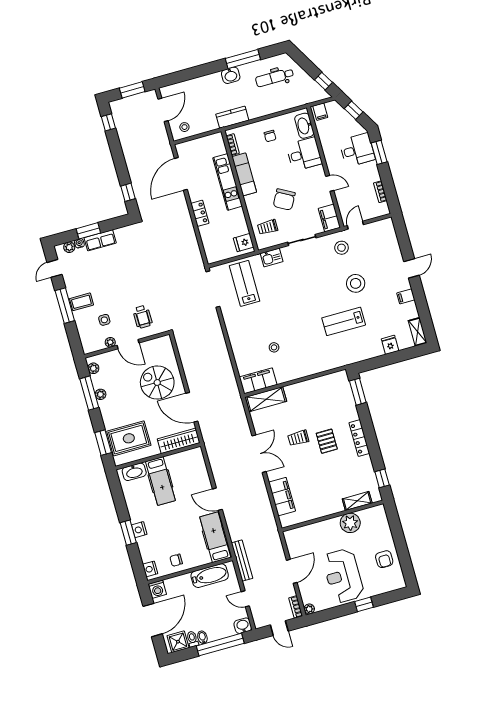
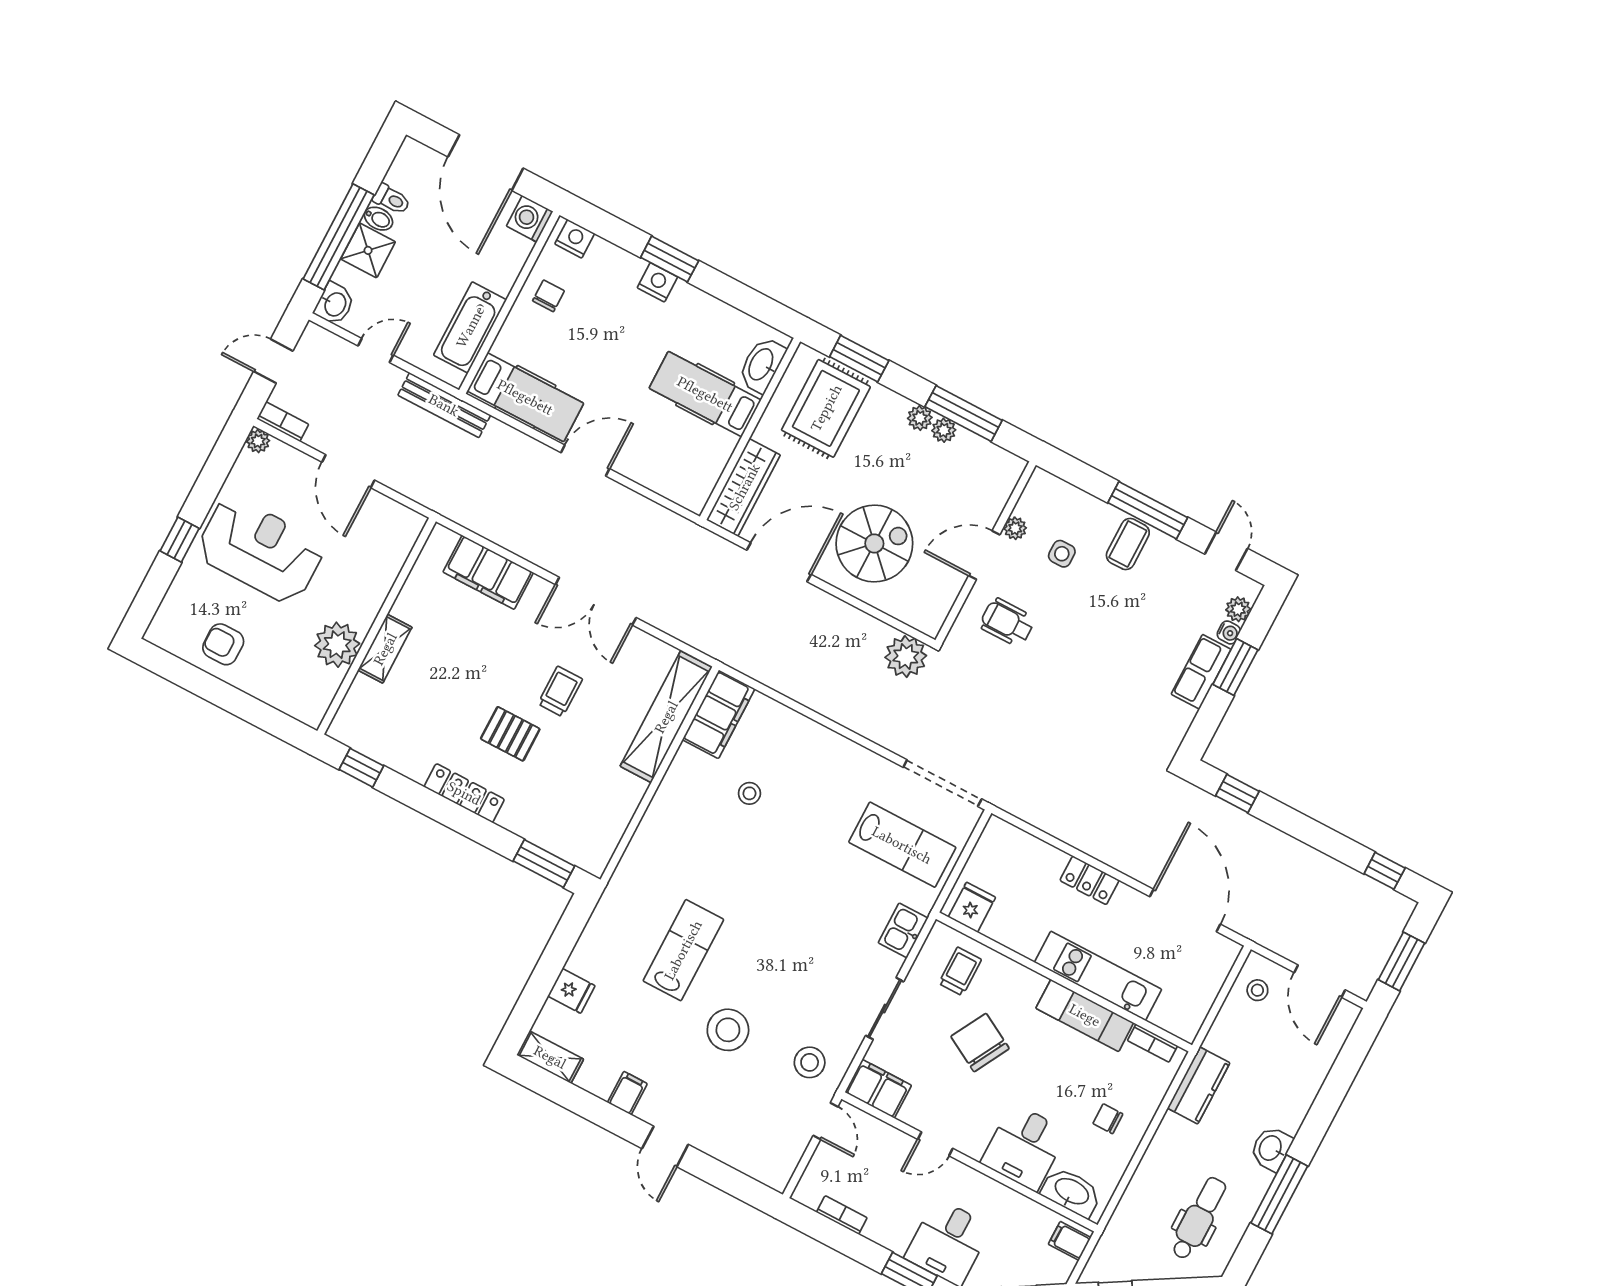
plant: (184, 339) -> (906, 657), added
plant: (93, 368) -> (920, 418), moved
shelving: (266, 399) -> (666, 717), width x1.47
shelving: (357, 501) -> (385, 649), moved
shower: (178, 642) -> (368, 250), moved

